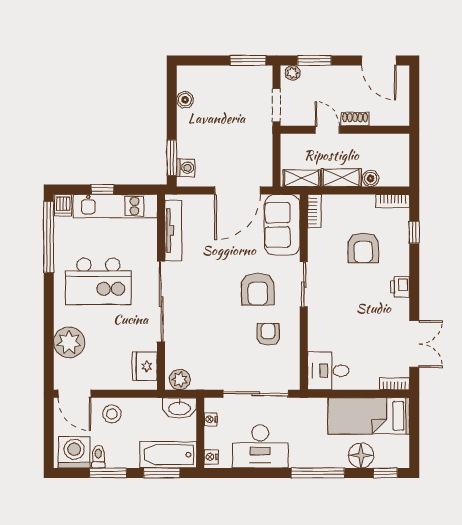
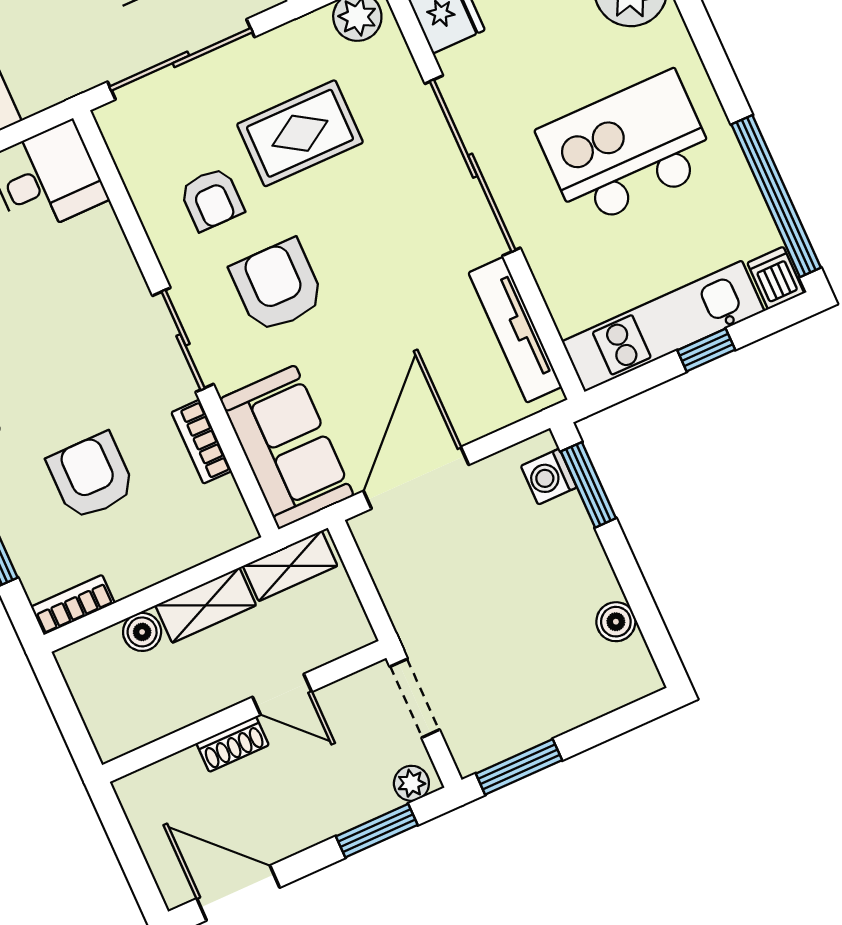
bookcase: (314, 211) -> (201, 442), moved
rug: (222, 344) -> (300, 133), added

